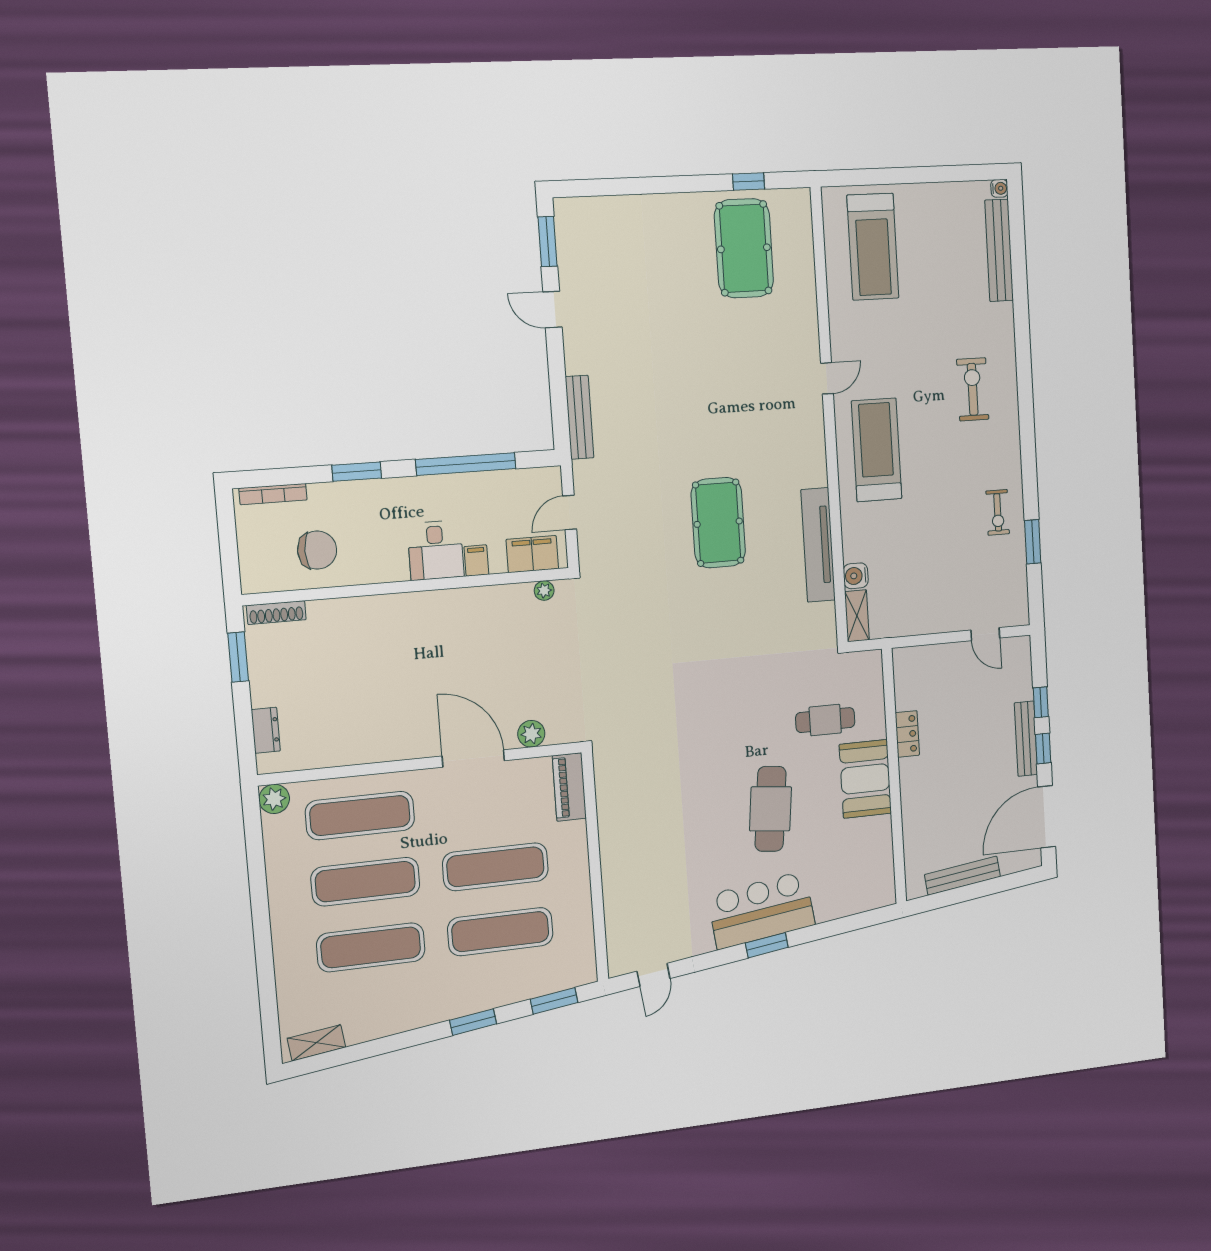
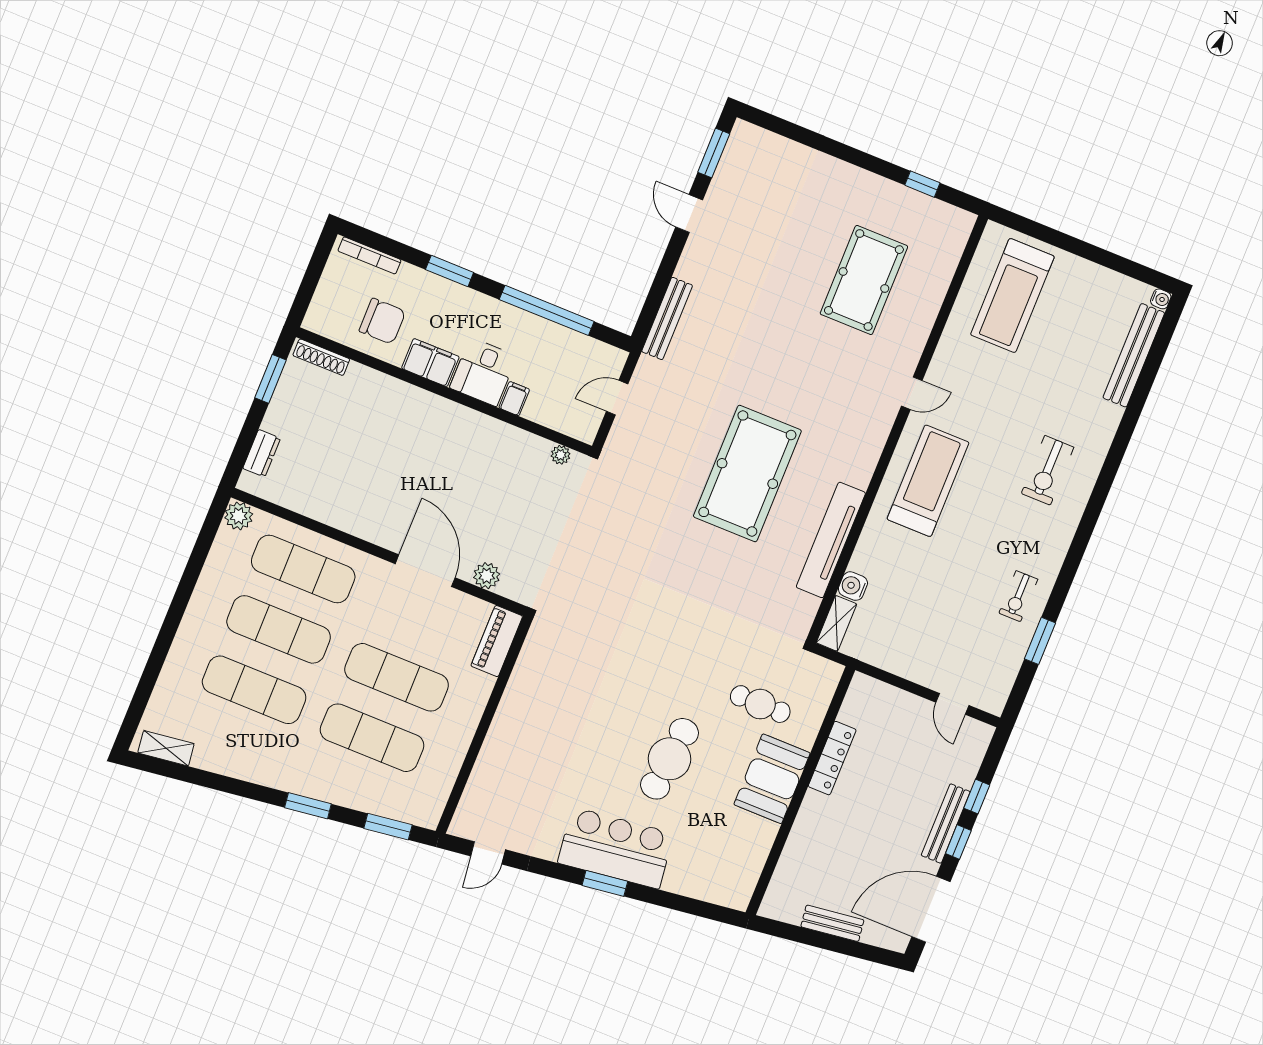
pool table: (744, 248) -> (864, 280), moved
exercise bike: (973, 389) -> (1048, 470), turned 180
pool table: (718, 523) -> (747, 473), width x1.36, depth x1.32
filing cabinet: (532, 554) -> (430, 363), moved
locker: (907, 734) -> (832, 758), width x1.53
bench: (963, 876) -> (832, 923), width x0.73

